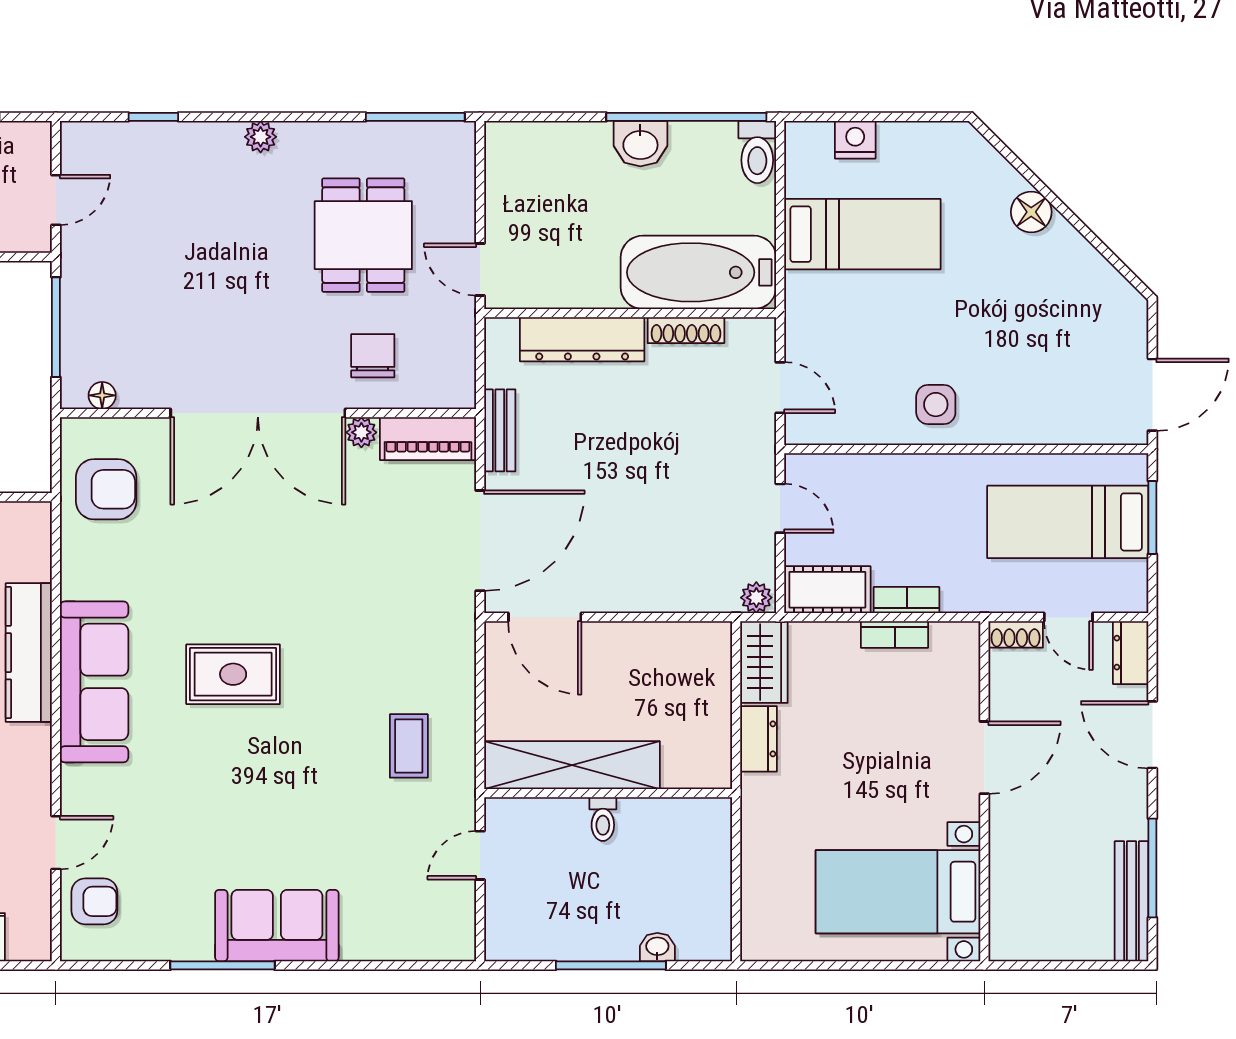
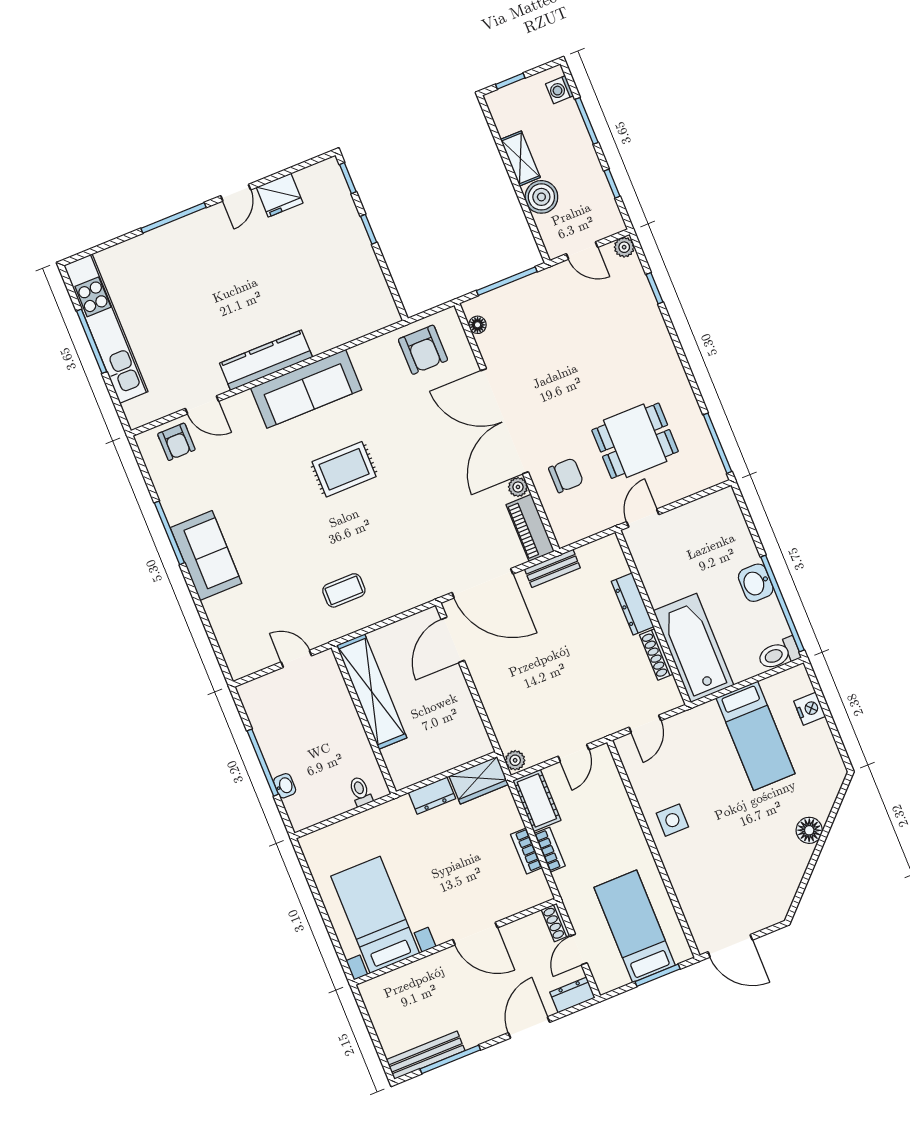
plant: (261, 137) -> (624, 247), moved
dresser: (582, 339) -> (633, 604), width x0.73, depth x0.80
kitchen counter: (29, 653) -> (266, 360), moved
rug: (233, 674) -> (344, 469), turned 90
toilet: (603, 819) -> (360, 791), moved, turned 90

